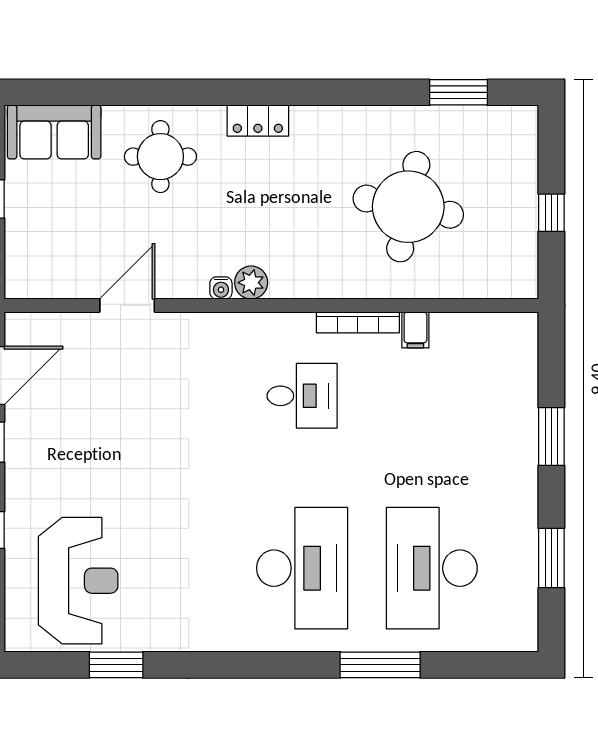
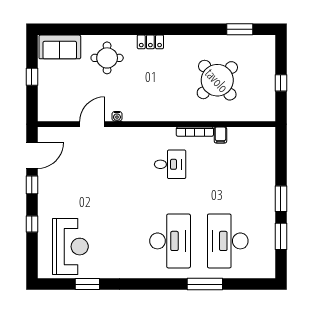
round table: (408, 207) -> (217, 80), turned 37
plant: (251, 283) -> (147, 114), removed
water cooler: (221, 288) -> (117, 116), moved
window: (551, 437) -> (281, 199), moved

